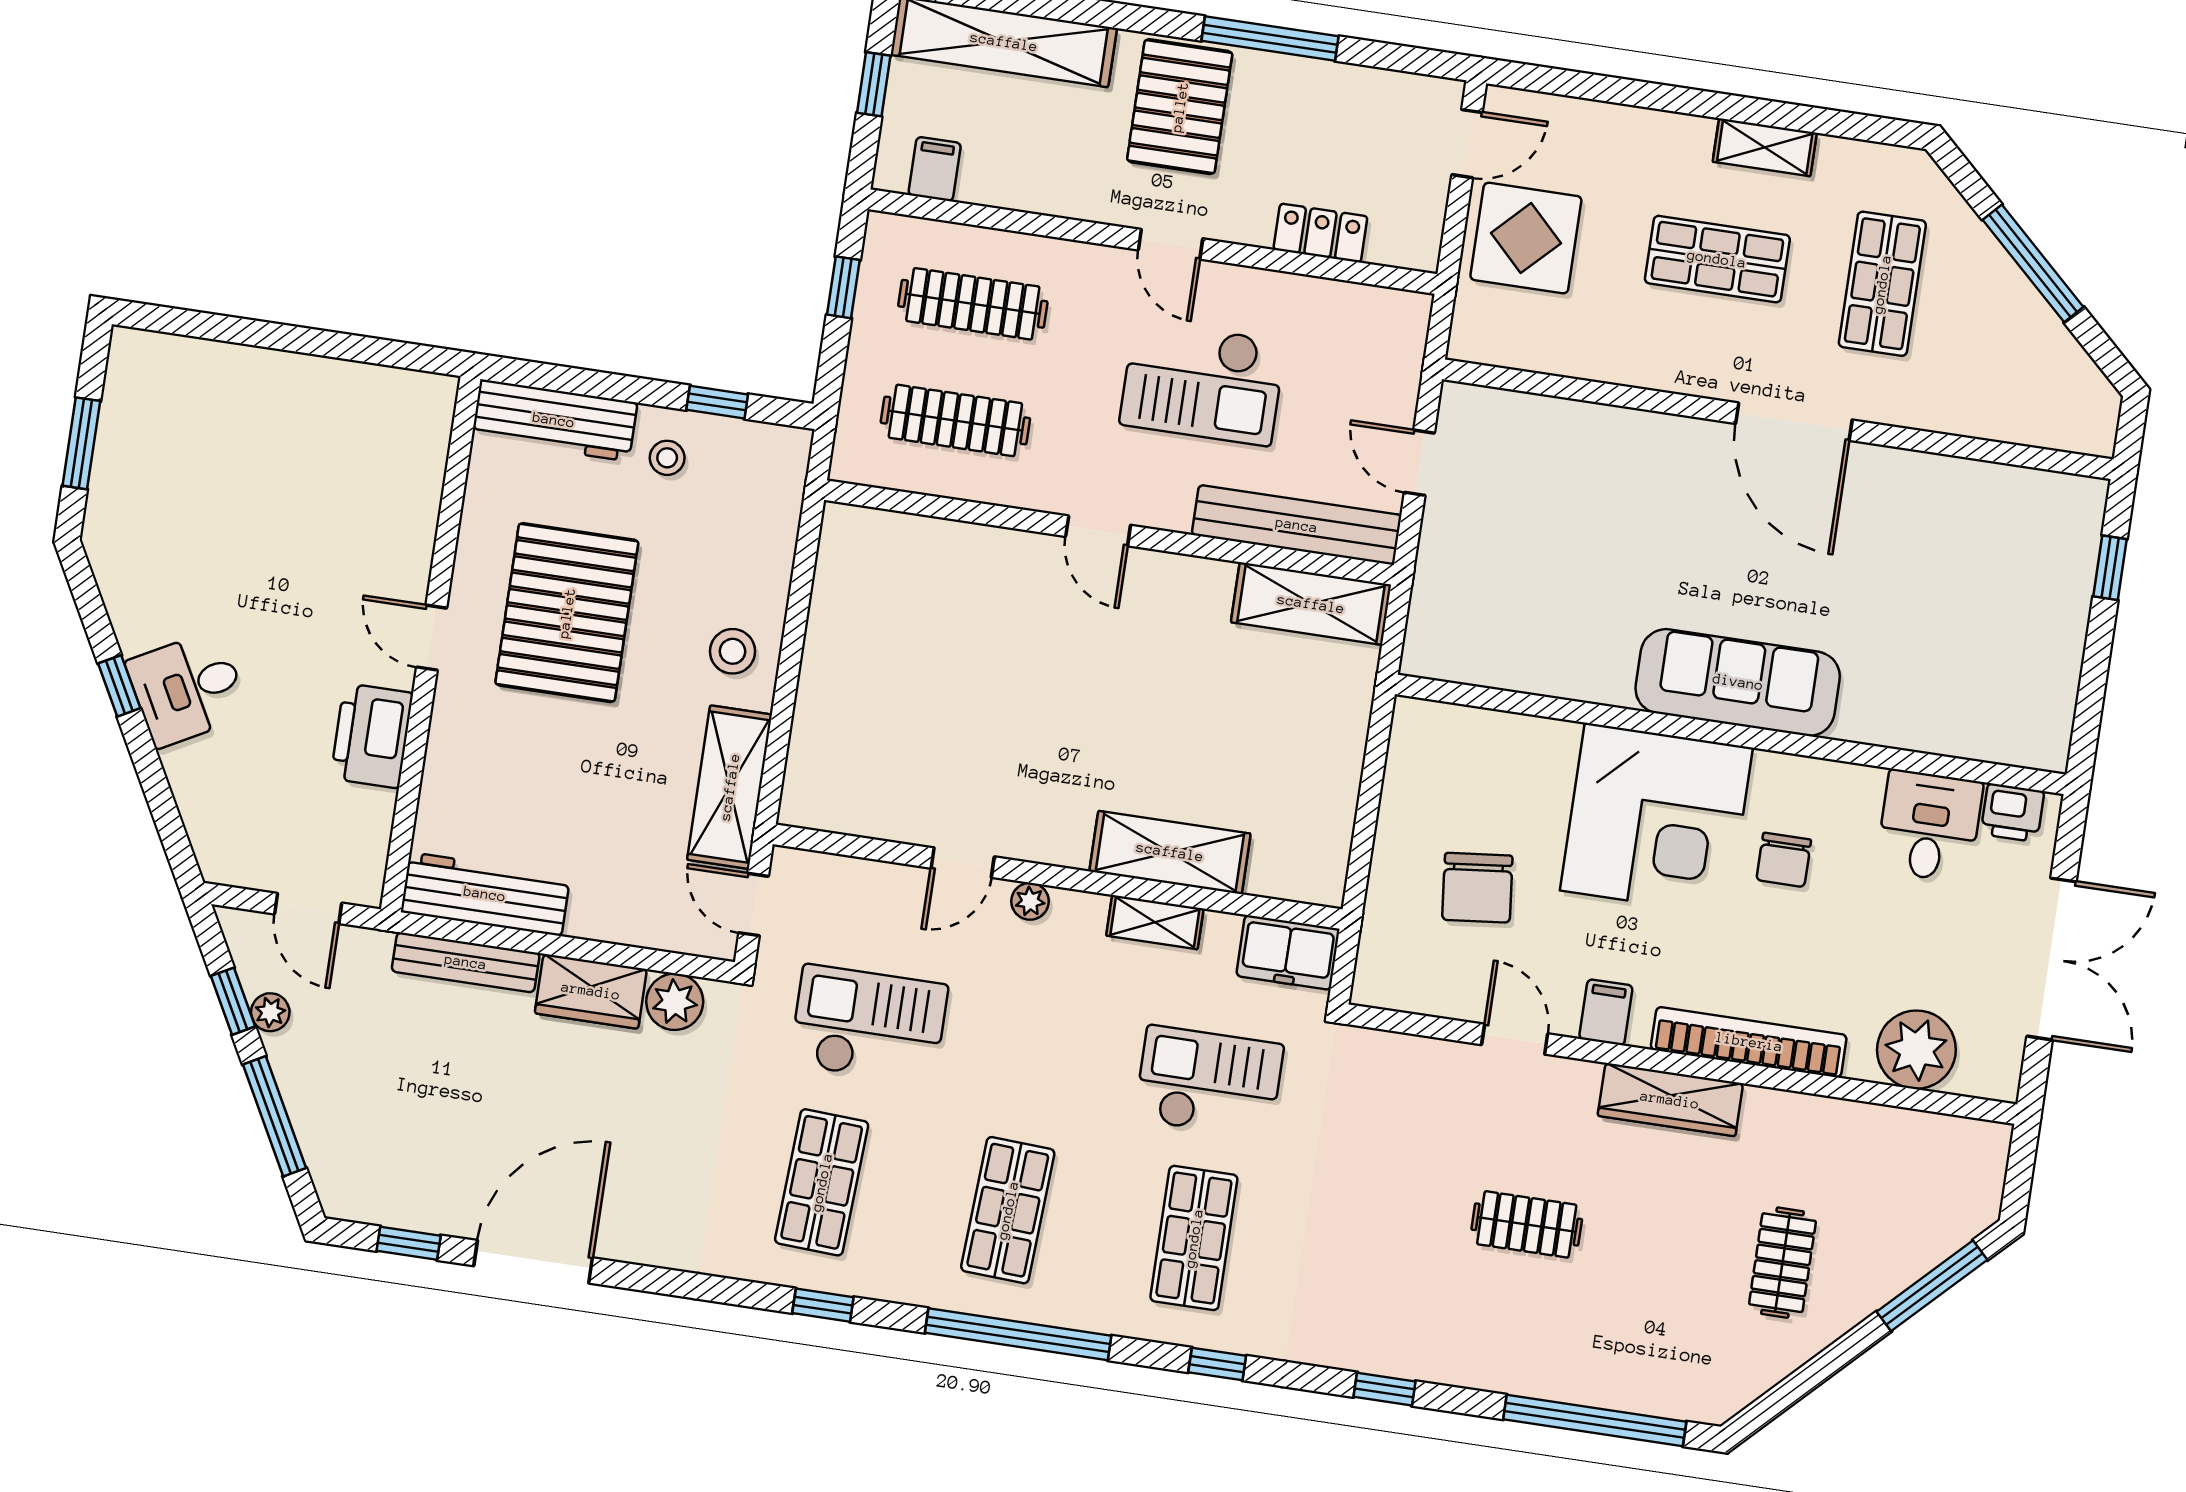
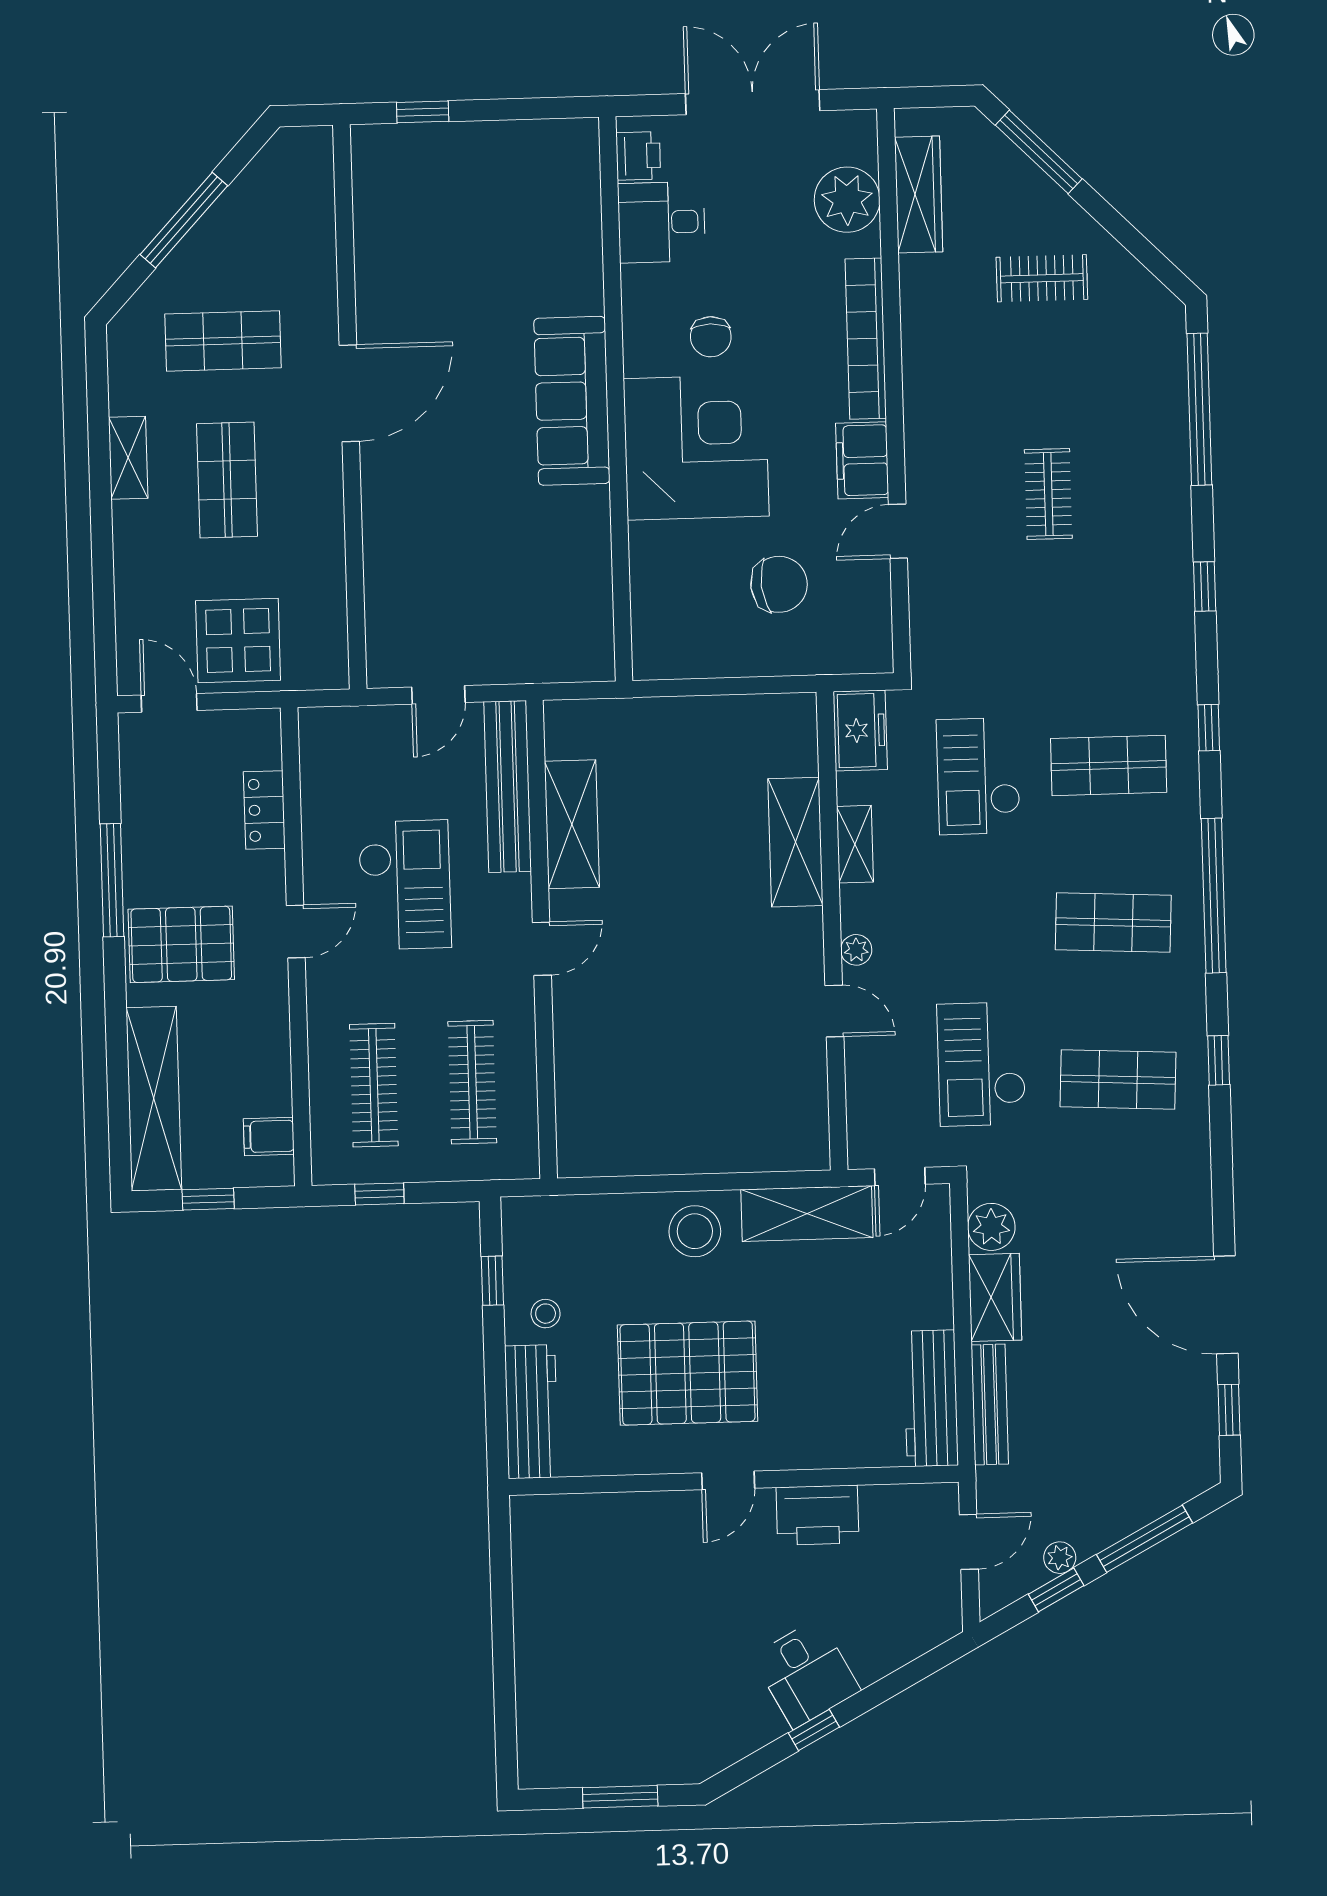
shelving: (1311, 604) -> (572, 824), moved
stool: (733, 651) -> (695, 1231), width x1.38, depth x1.38
chair: (1784, 860) -> (711, 337), turned 90
filing cabinet: (1606, 1012) -> (862, 460), width x2.00
wardrobe: (1670, 1100) -> (919, 194), moved

